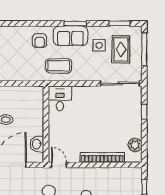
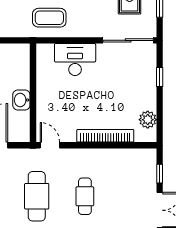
desk: (60, 98) -> (75, 60), moved, width x1.37
washbasin: (37, 144) -> (21, 100), moved

